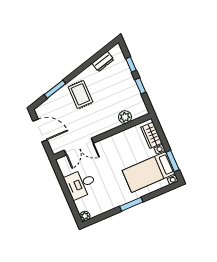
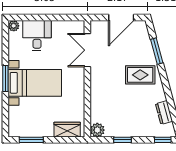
window: (131, 64) -> (163, 140), moved
plant: (125, 117) -> (97, 130), moved
bed with nightstands: (149, 172) -> (35, 83), moved, turned 90
desk: (81, 184) -> (37, 36), moved

